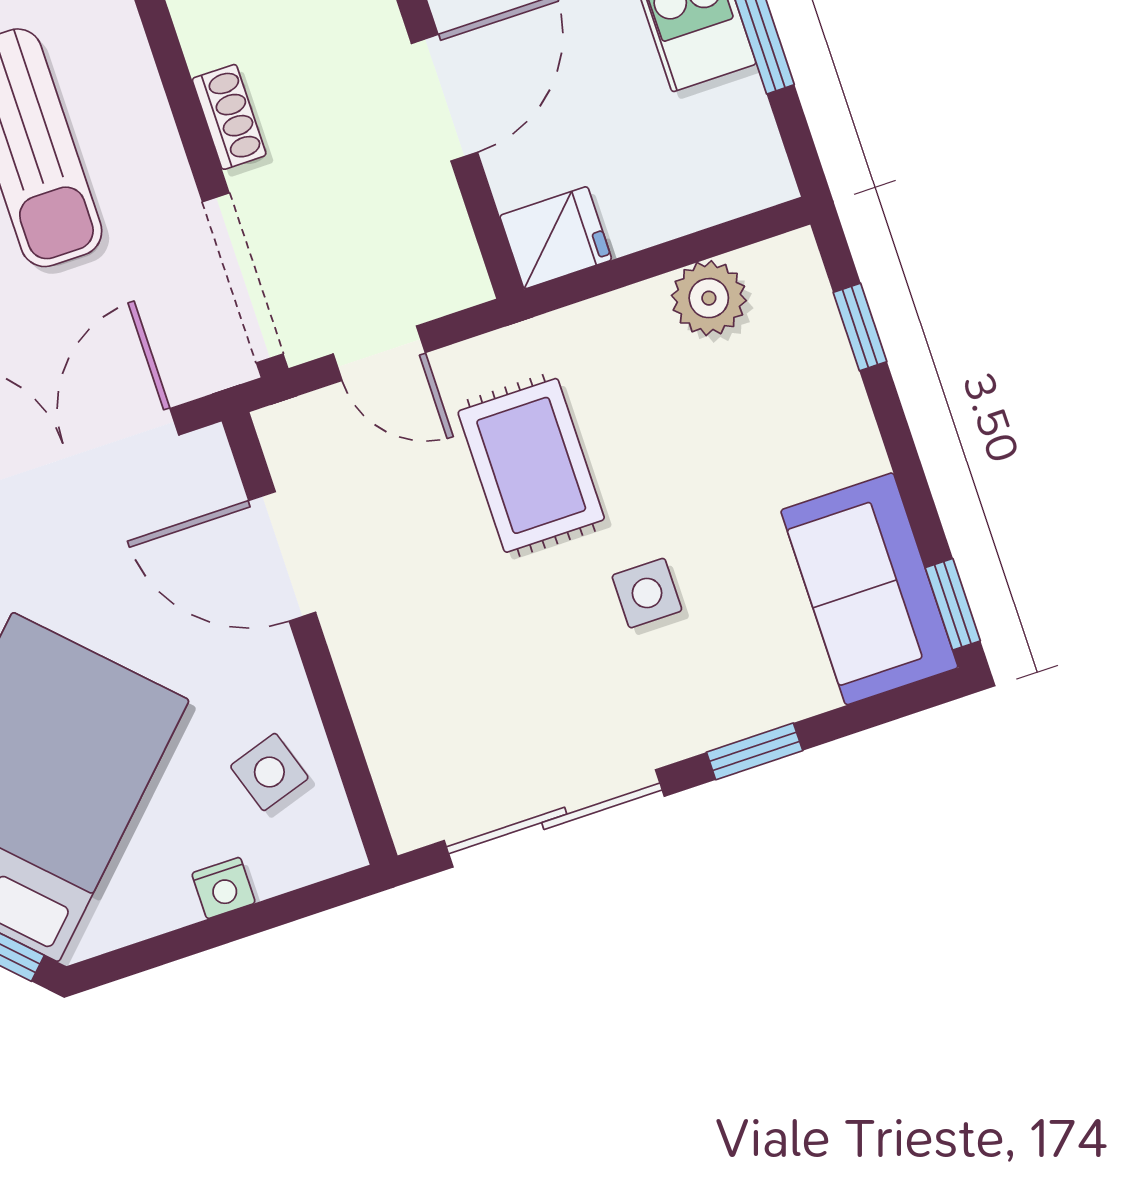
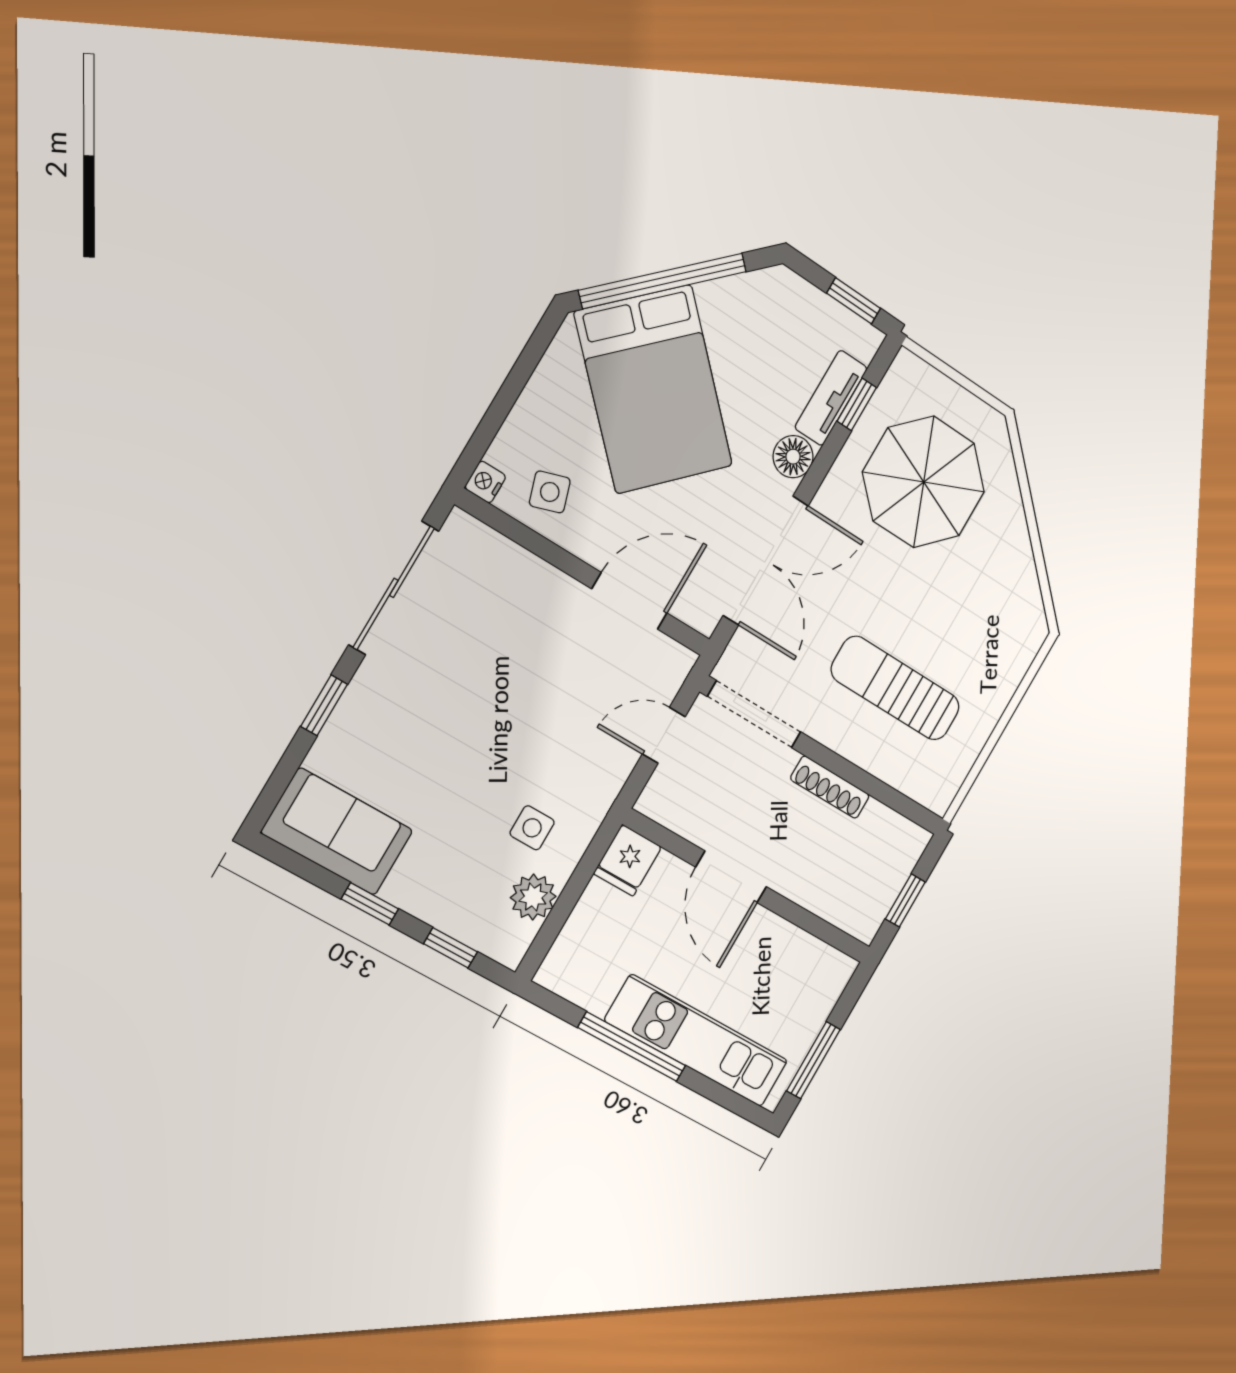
shoe rack: (229, 117) -> (830, 787), width x1.43
rug: (531, 465) -> (549, 746), removed
side table: (647, 593) -> (532, 828), moved
window: (953, 604) -> (370, 904), moved
nightstand: (224, 888) -> (485, 482), moved

